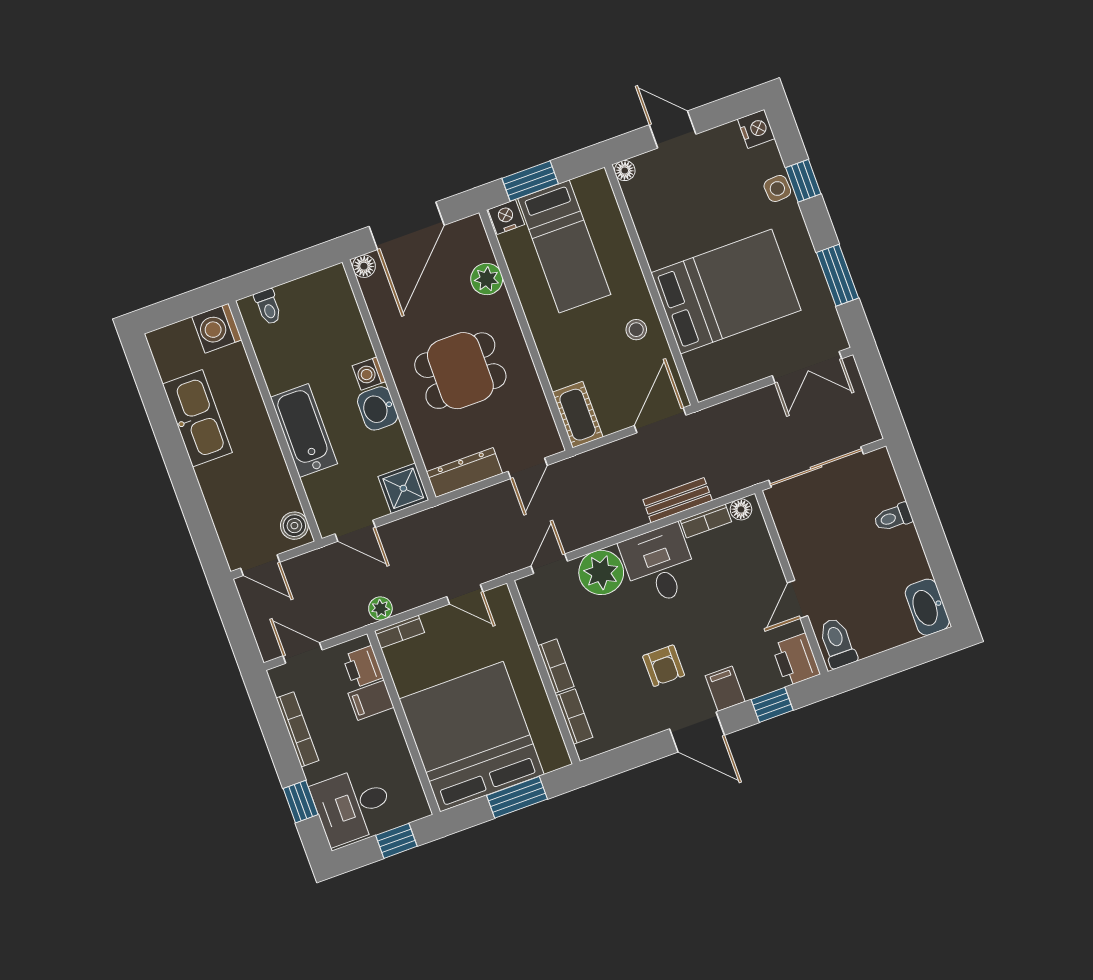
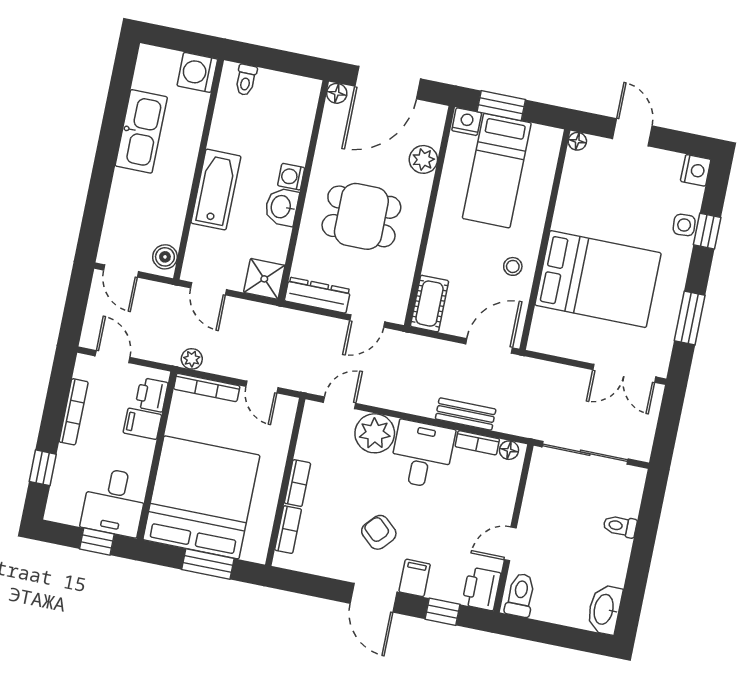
bookcase: (399, 632) -> (207, 387), width x1.56
armchair: (664, 666) -> (379, 532), turned 132
desk: (353, 806) -> (114, 502), moved, turned -90

